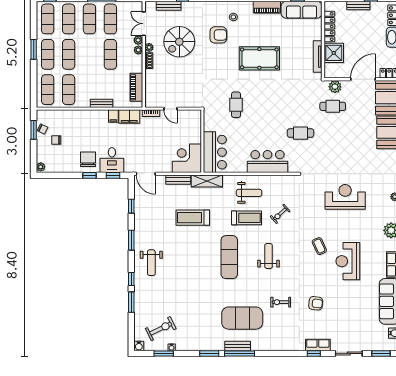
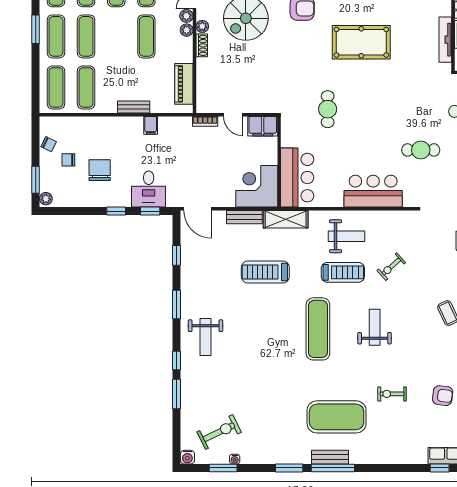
filing cabinet: (129, 117) -> (263, 126), moved
window: (34, 130) -> (36, 180), moved
chair: (88, 159) -> (100, 170), moved

